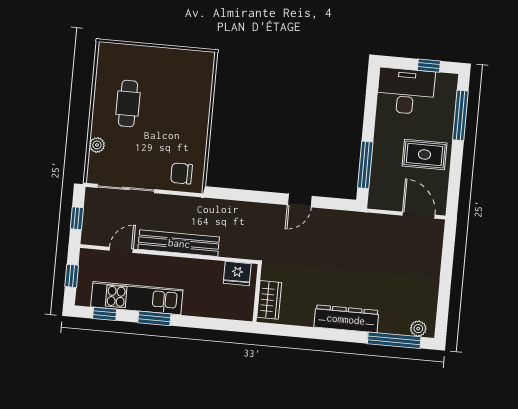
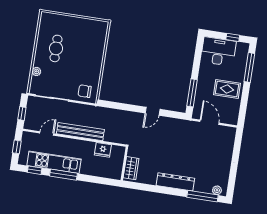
door: (419, 215) -> (210, 122), moved
fridge: (237, 273) -> (103, 150), moved
window: (154, 318) -> (63, 175), width x1.44

